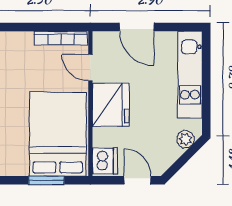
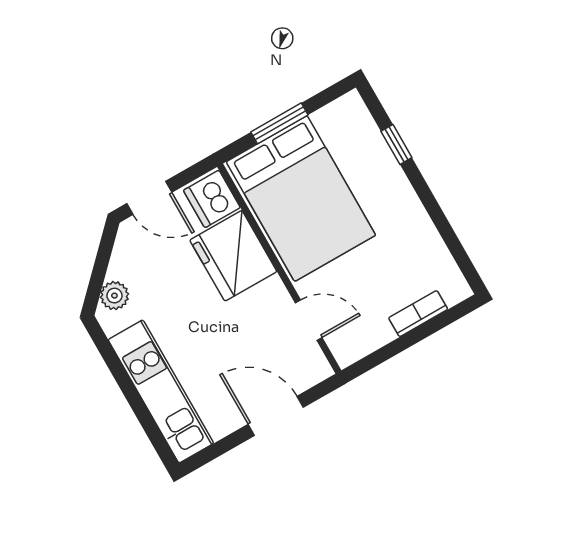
bookcase: (61, 38) -> (418, 314), moved, width x0.64
fridge: (111, 105) -> (233, 256), moved

